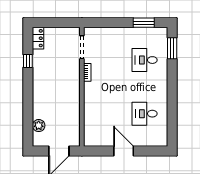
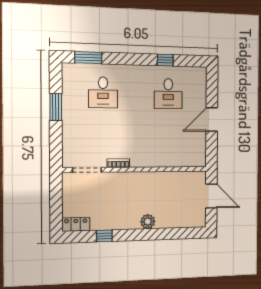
window: (144, 23) -> (56, 107), moved
window: (172, 111) -> (165, 60), added
plant: (39, 126) -> (148, 222), moved

